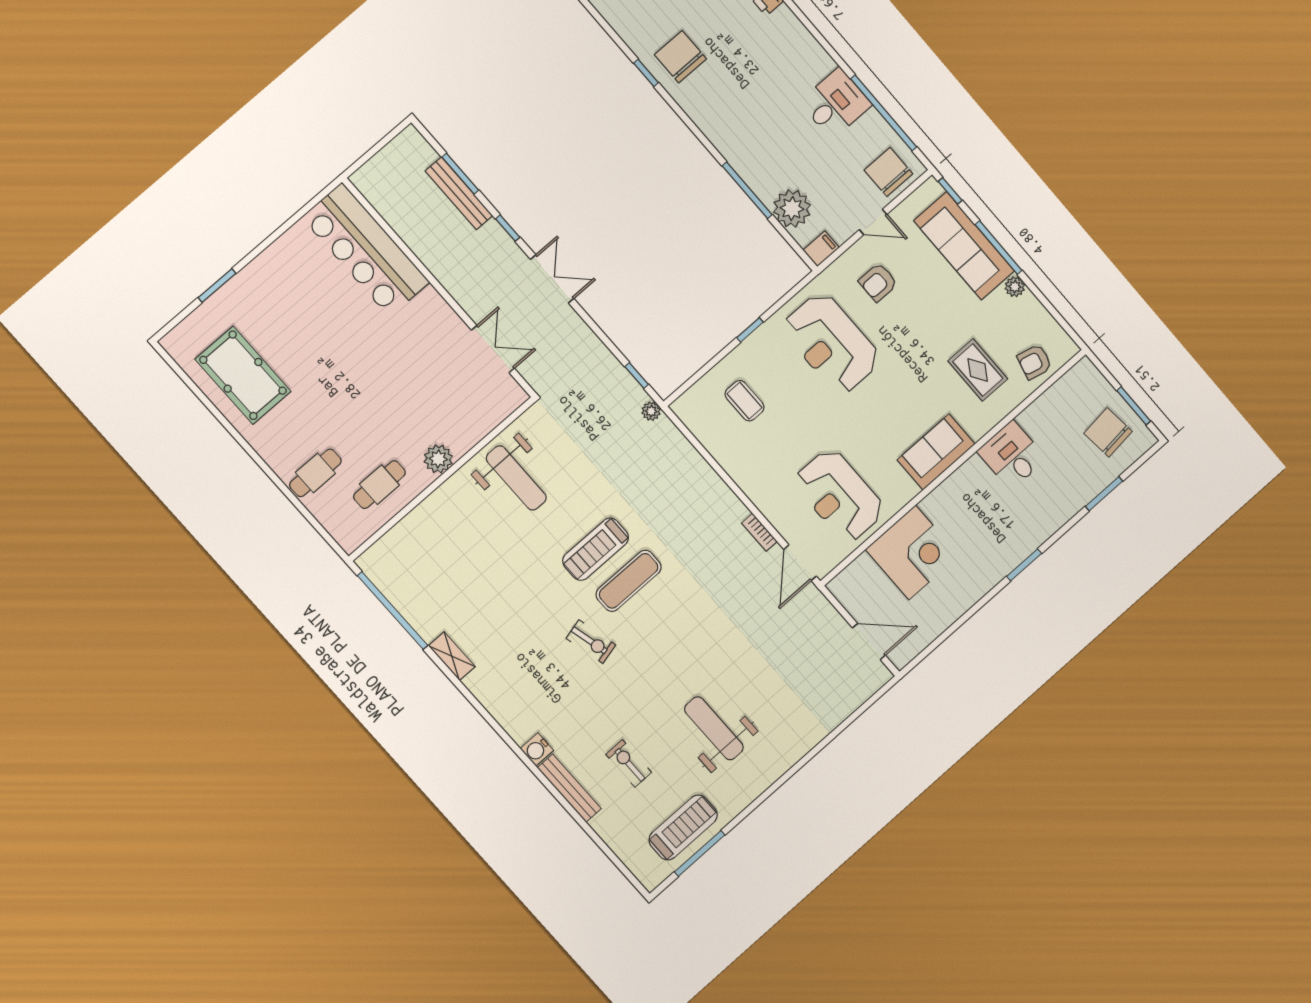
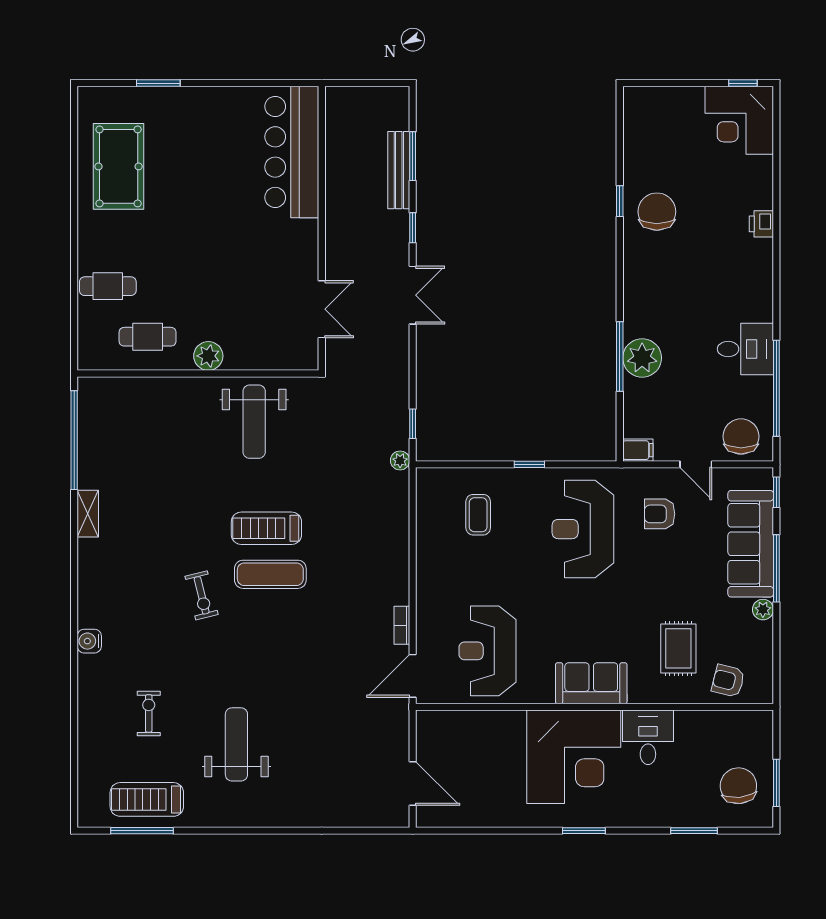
plant: (792, 209) -> (642, 358), moved
corner desk: (912, 552) -> (574, 757), moved, width x1.36, depth x1.36
bench: (569, 788) -> (88, 692), removed
treadmill: (683, 827) -> (147, 799), turned 180

